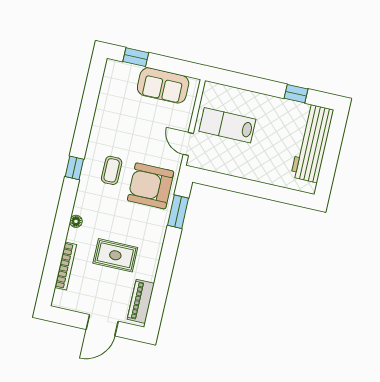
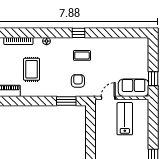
window: (136, 57) -> (153, 79), moved
sofa: (163, 85) -> (134, 88), moved, turned 90
armchair: (151, 186) -> (78, 81), width x0.53, depth x0.53

